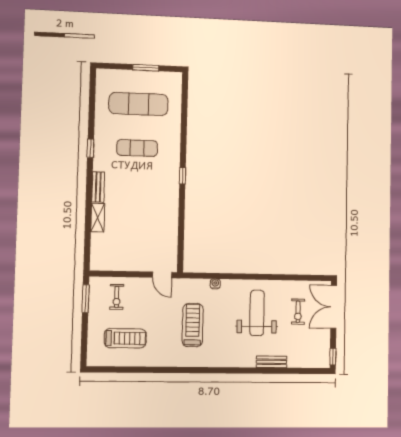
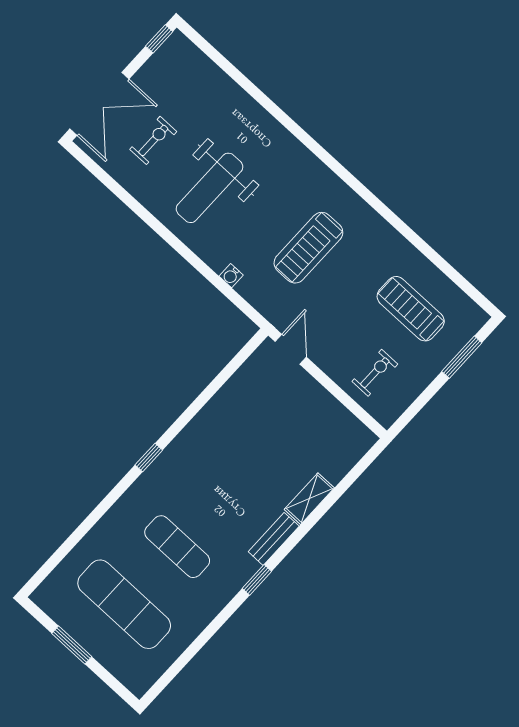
window: (90, 148) -> (257, 580), moved
window: (86, 299) -> (462, 357), moved
bench: (271, 362) -> (247, 106), removed

